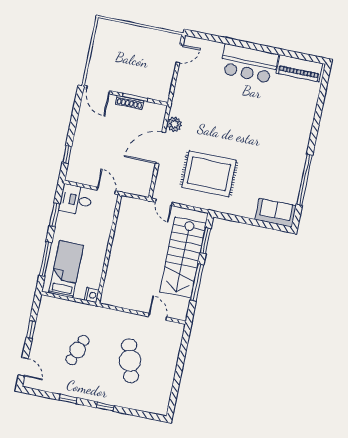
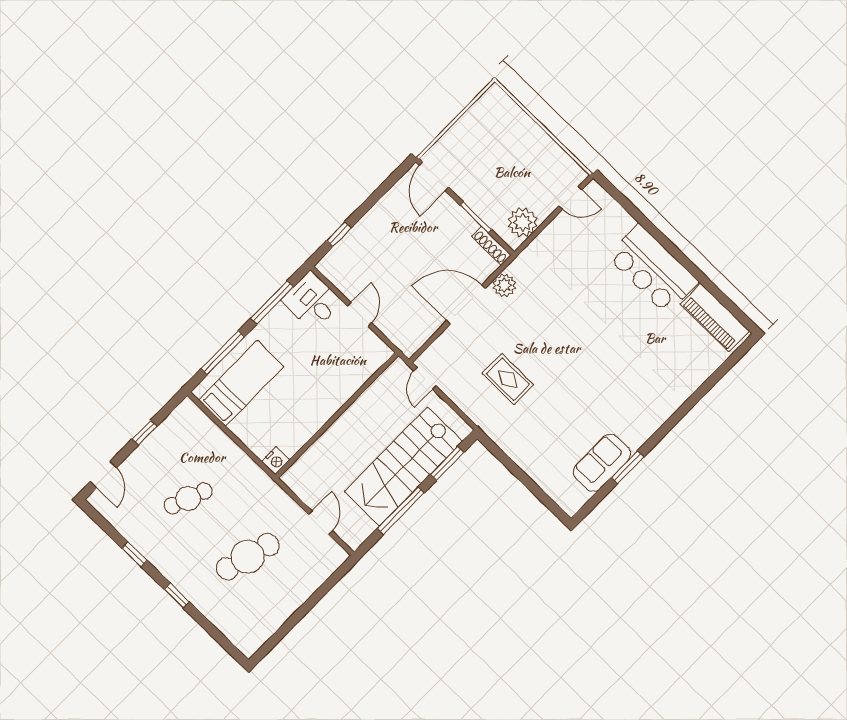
plant: (162, 84) -> (523, 222), added
shoe rack: (130, 102) -> (491, 246), moved
rug: (209, 174) -> (508, 379), width x0.54, depth x0.49
window: (304, 180) -> (627, 467), width x0.47
sofa: (276, 213) -> (602, 463), moved, turned -90
window: (55, 215) -> (272, 303), width x1.44
wall: (109, 249) -> (337, 415), moved
nightstand: (92, 295) -> (276, 461), moved
cafe table: (130, 361) -> (248, 557), turned 30

